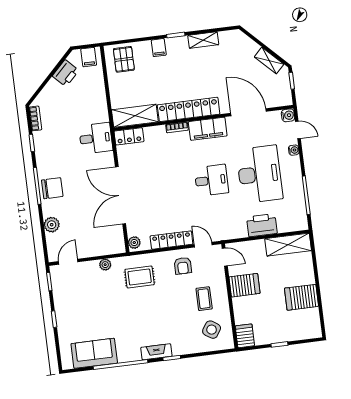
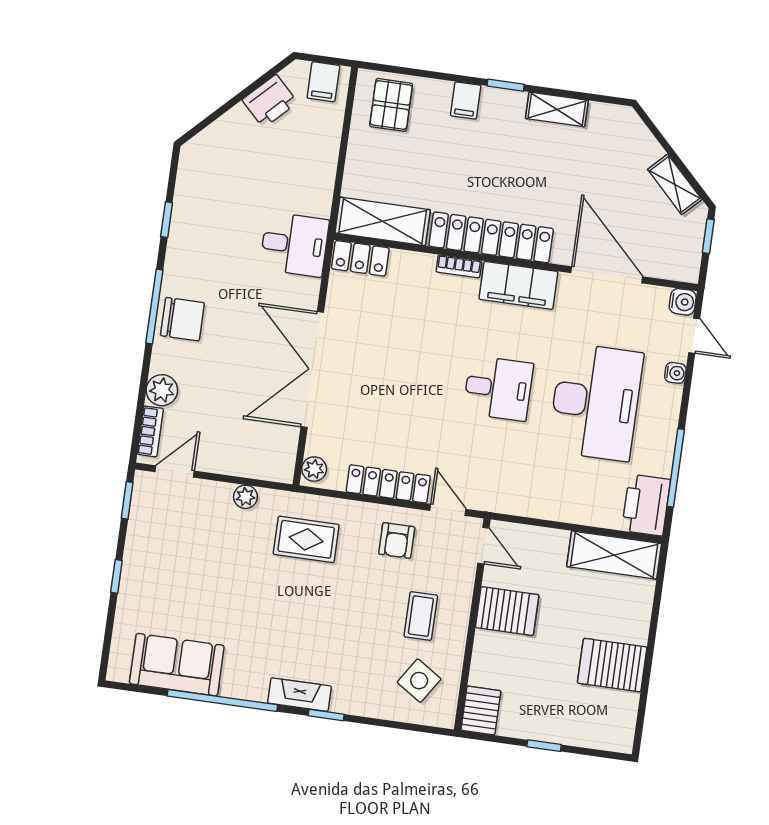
bookcase: (35, 118) -> (150, 431), moved
printer: (262, 225) -> (646, 505), moved, turned -90

